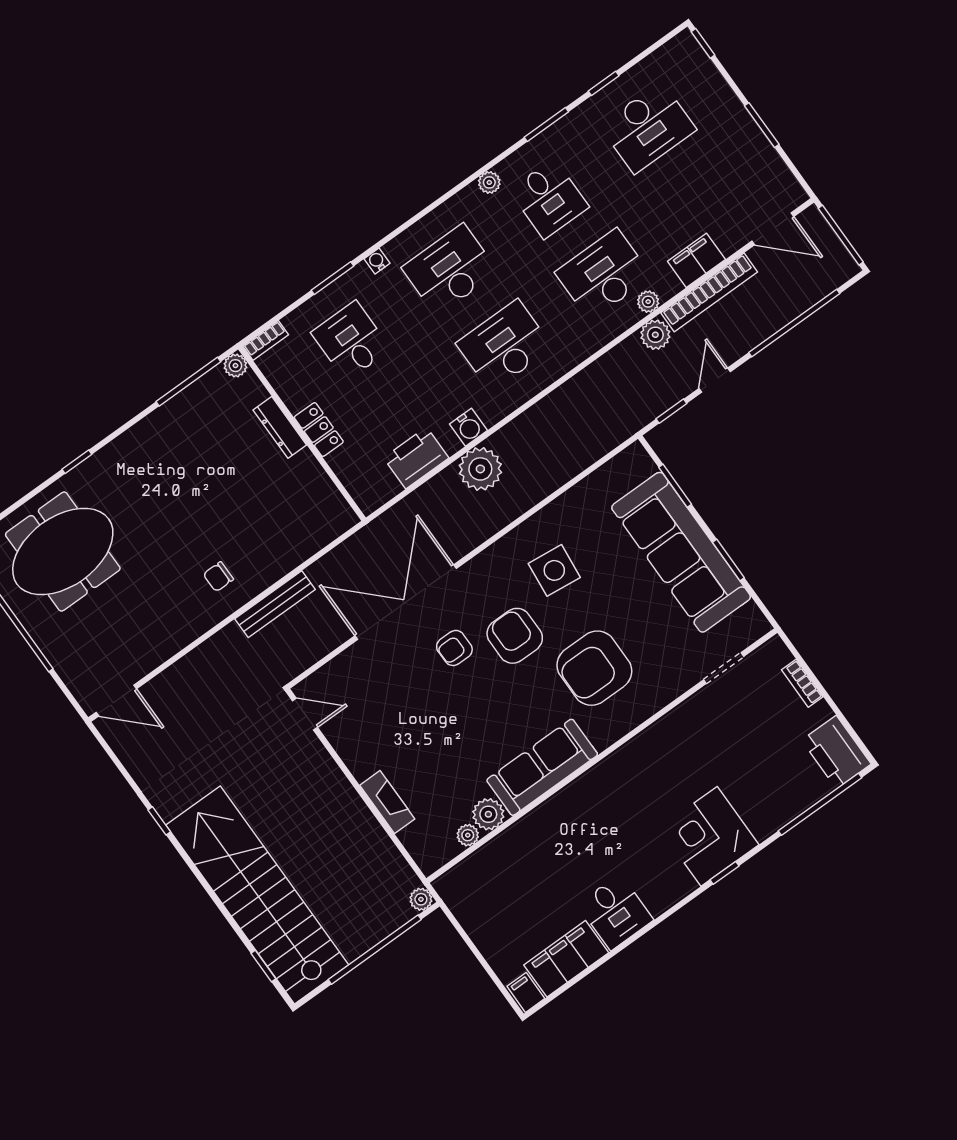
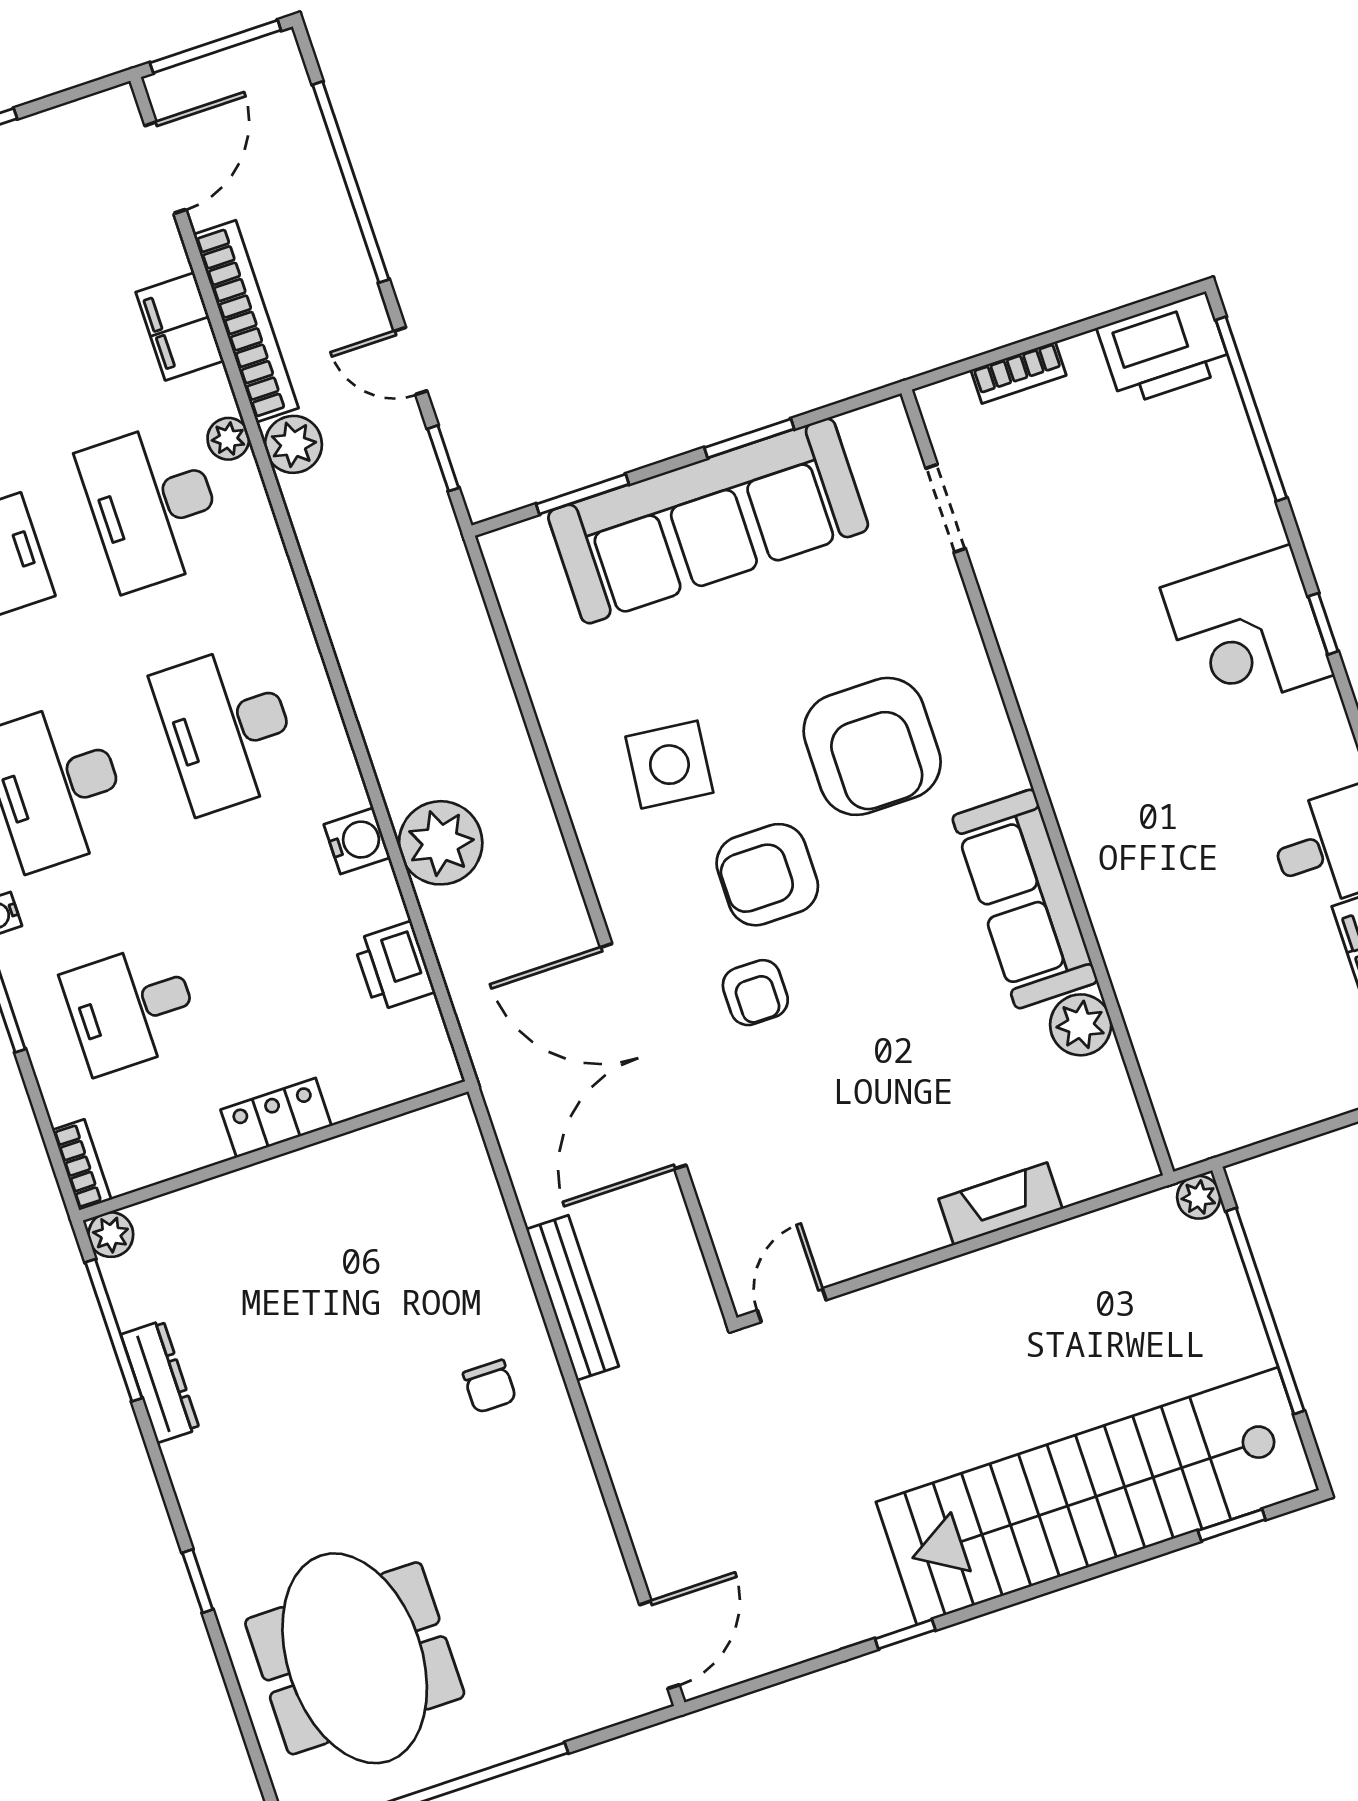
dresser: (280, 427) -> (160, 1382), moved, turned -90
printer: (416, 458) -> (394, 966), width x0.73, depth x0.84
plant: (468, 835) -> (1107, 1075), removed

